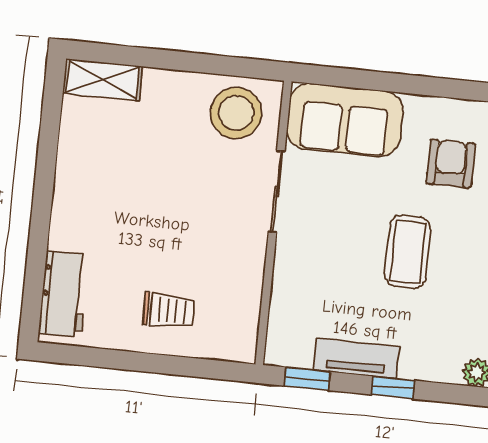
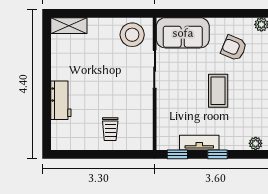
armchair: (451, 163) -> (234, 48), turned -67
workbench: (64, 294) -> (61, 100), moved
trolley: (168, 311) -> (110, 129), turned 90

